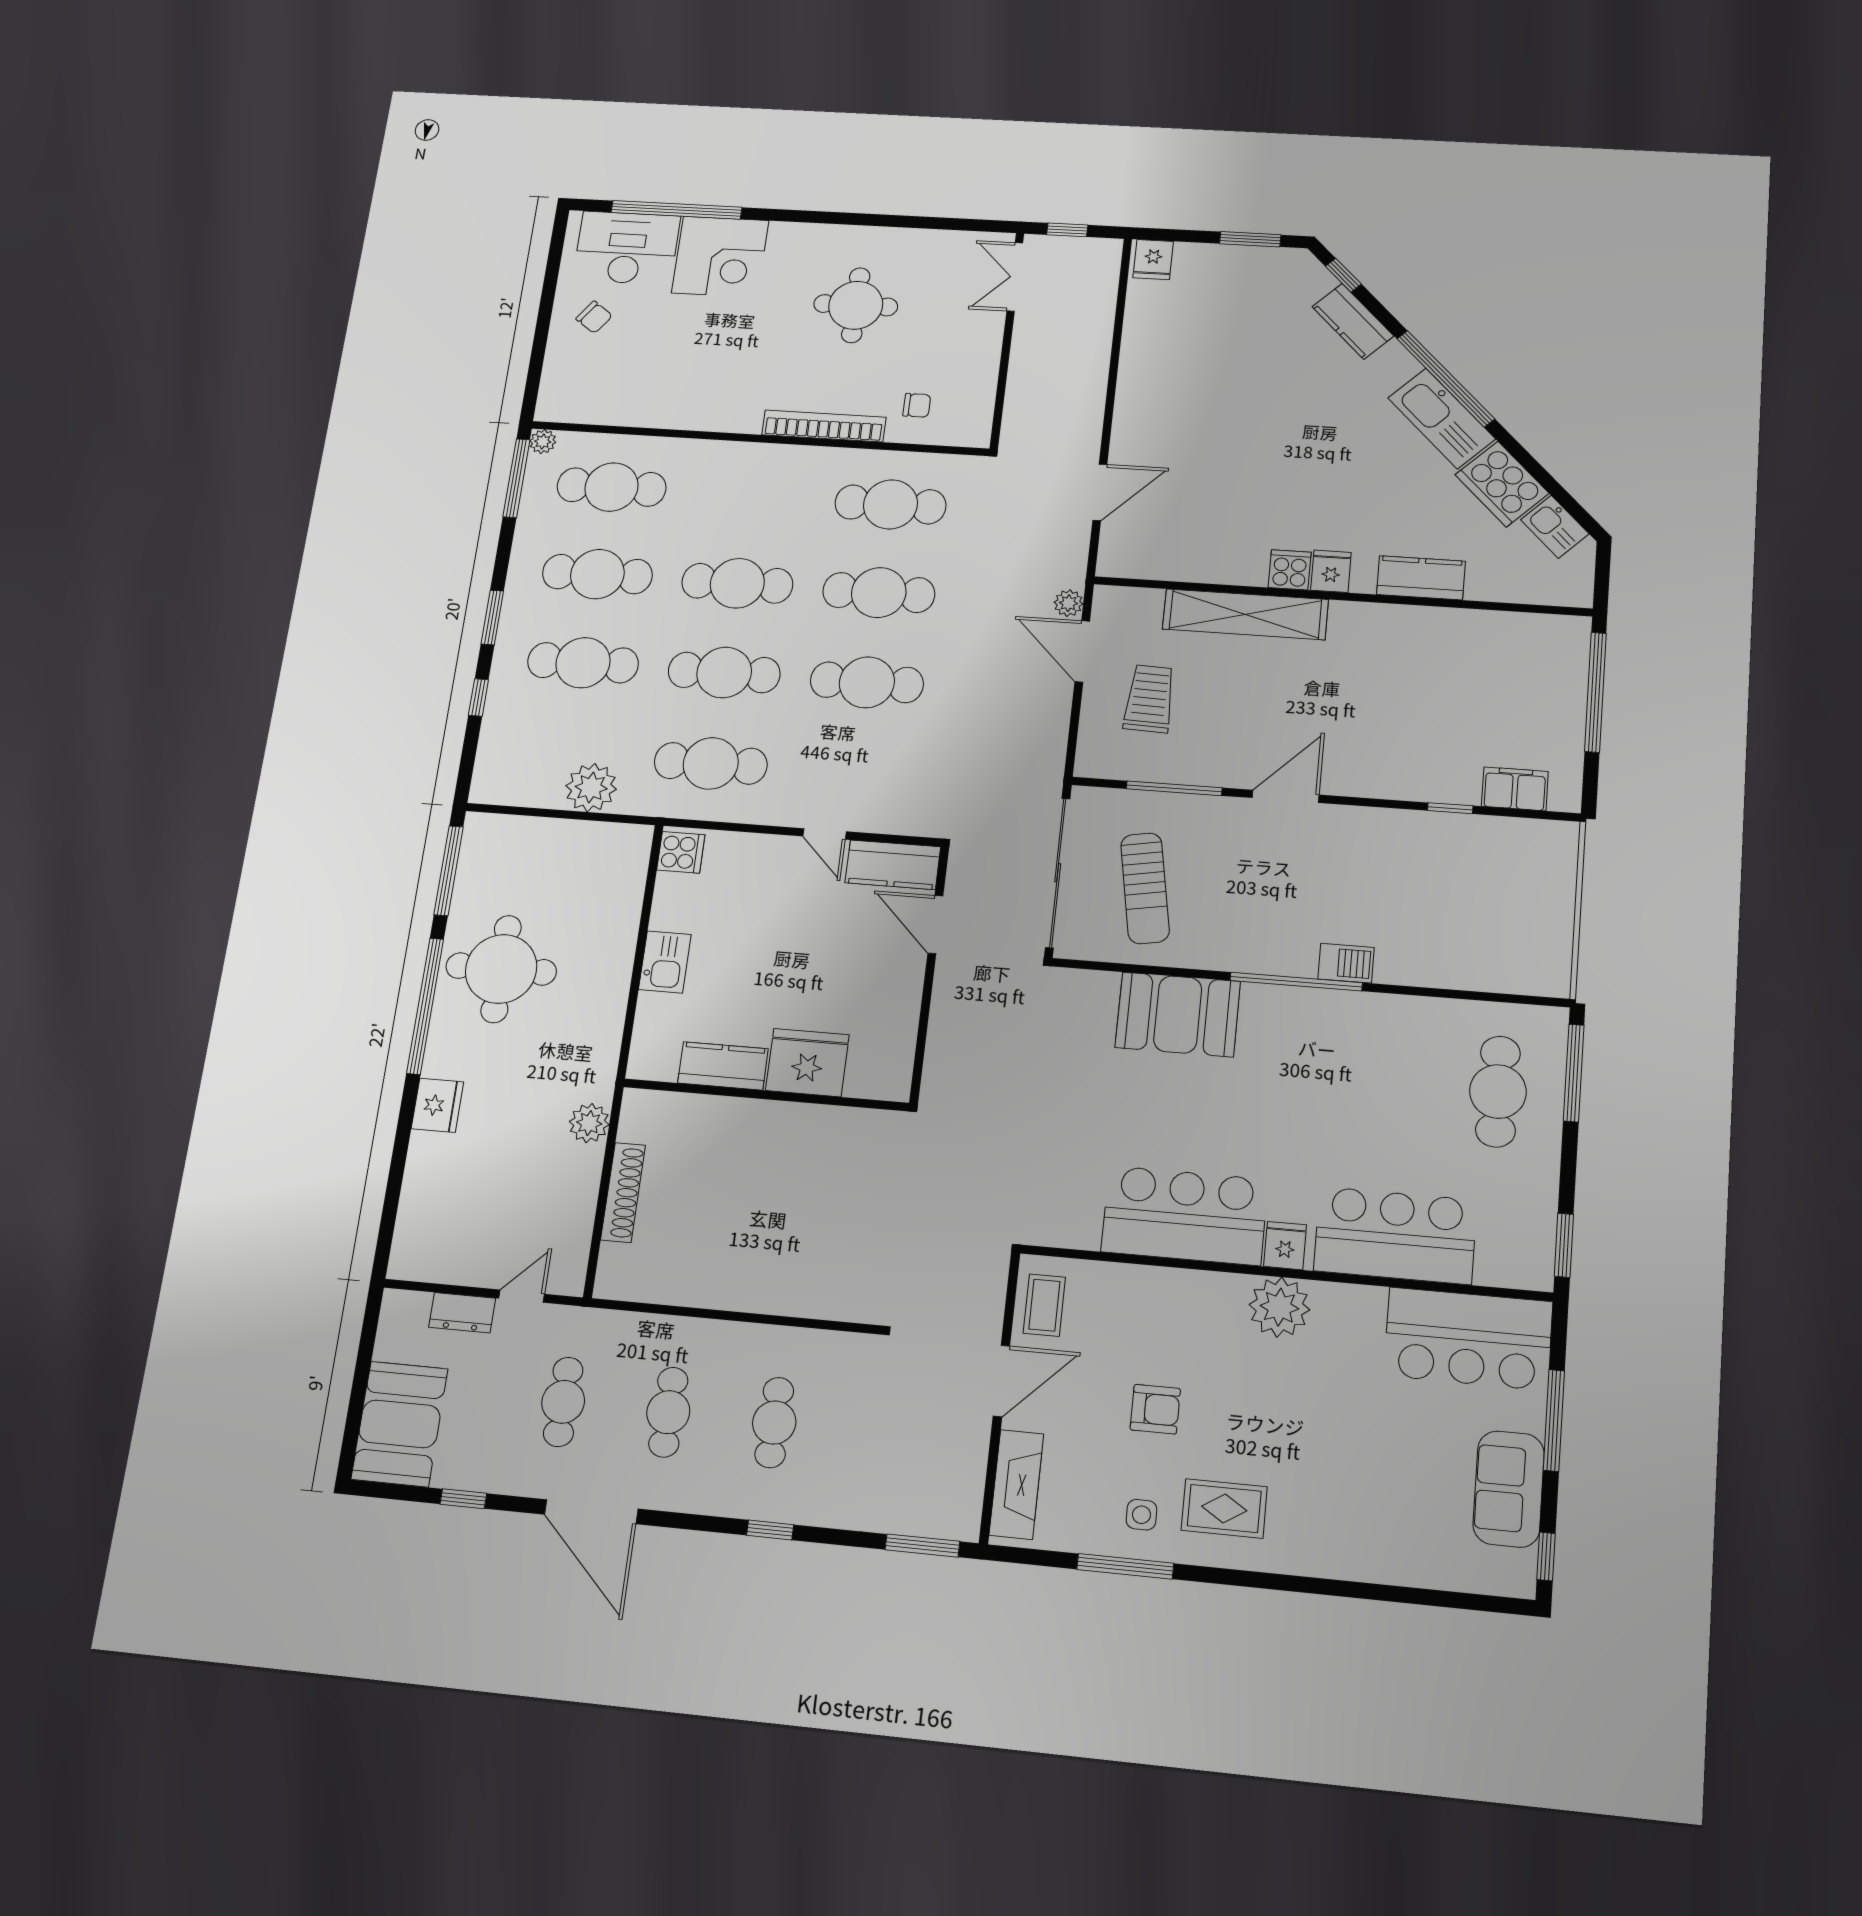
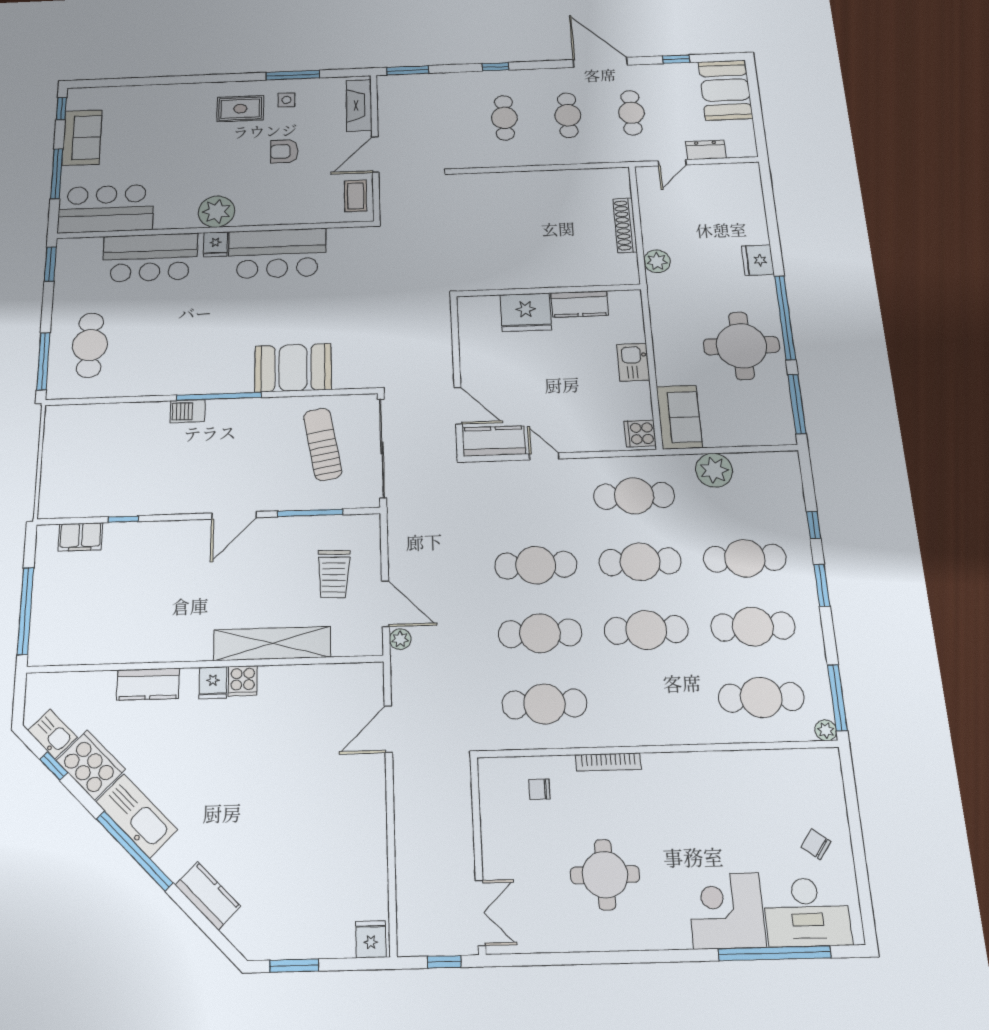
window: (1343, 275) -> (54, 766), moved
bookcase: (824, 426) -> (608, 762), width x0.68, depth x0.76
sofa: (619, 870) -> (679, 417), added

